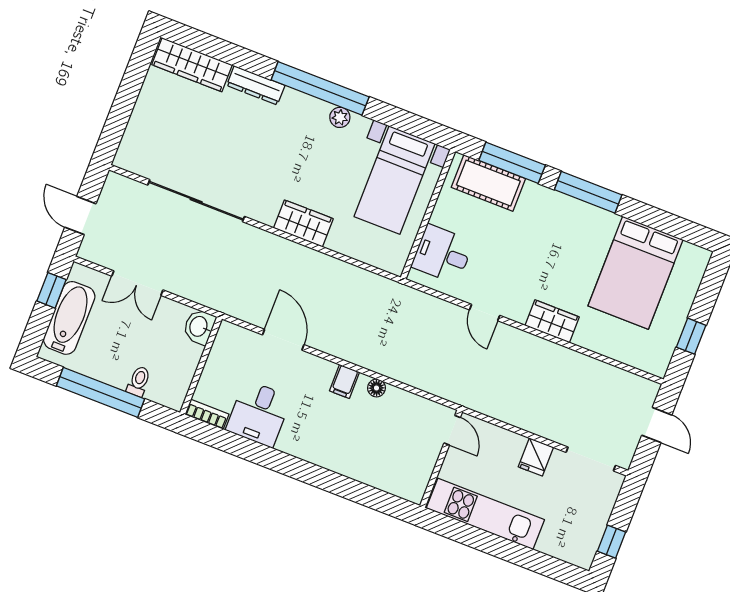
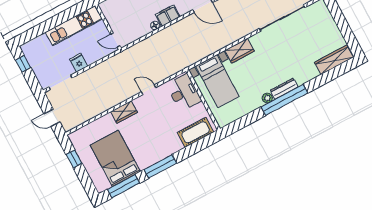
dresser: (256, 85) -> (284, 89), moved
window: (512, 163) -> (124, 186), moved
bed with nightstands: (395, 180) -> (217, 81), moved, turned 180
desk: (442, 254) -> (184, 93), width x1.37
filing cabinet: (344, 381) -> (168, 16), width x2.00

